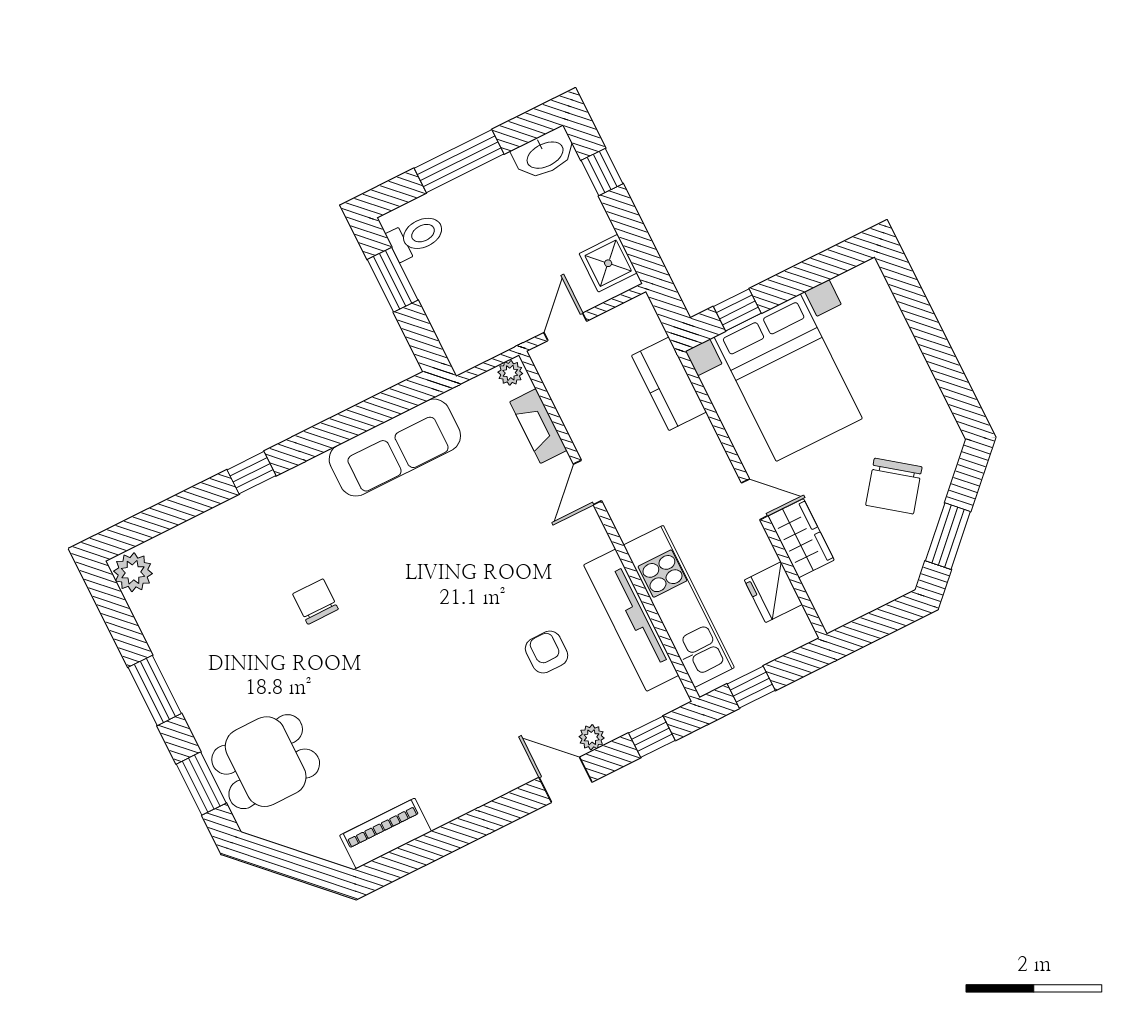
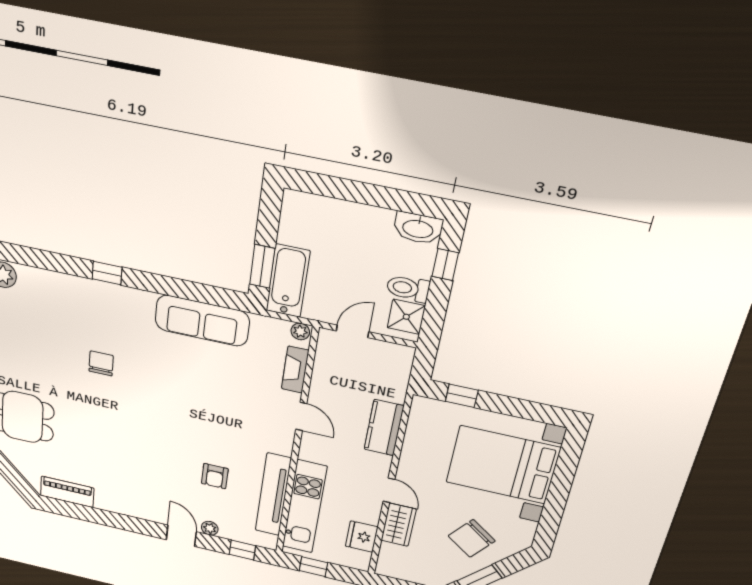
window: (459, 161) -> (361, 193), removed
toilet: (416, 237) -> (408, 288), moved, turned 180
window: (393, 280) -> (262, 266), moved
bathtub: (455, 322) -> (288, 281), added
bed with nightstands: (788, 378) -> (503, 465), moved, turned 90
kitchen counter: (669, 384) -> (384, 428), moved
door: (587, 482) -> (301, 416), swing flipped
armchair: (547, 652) -> (215, 476), turned 180

